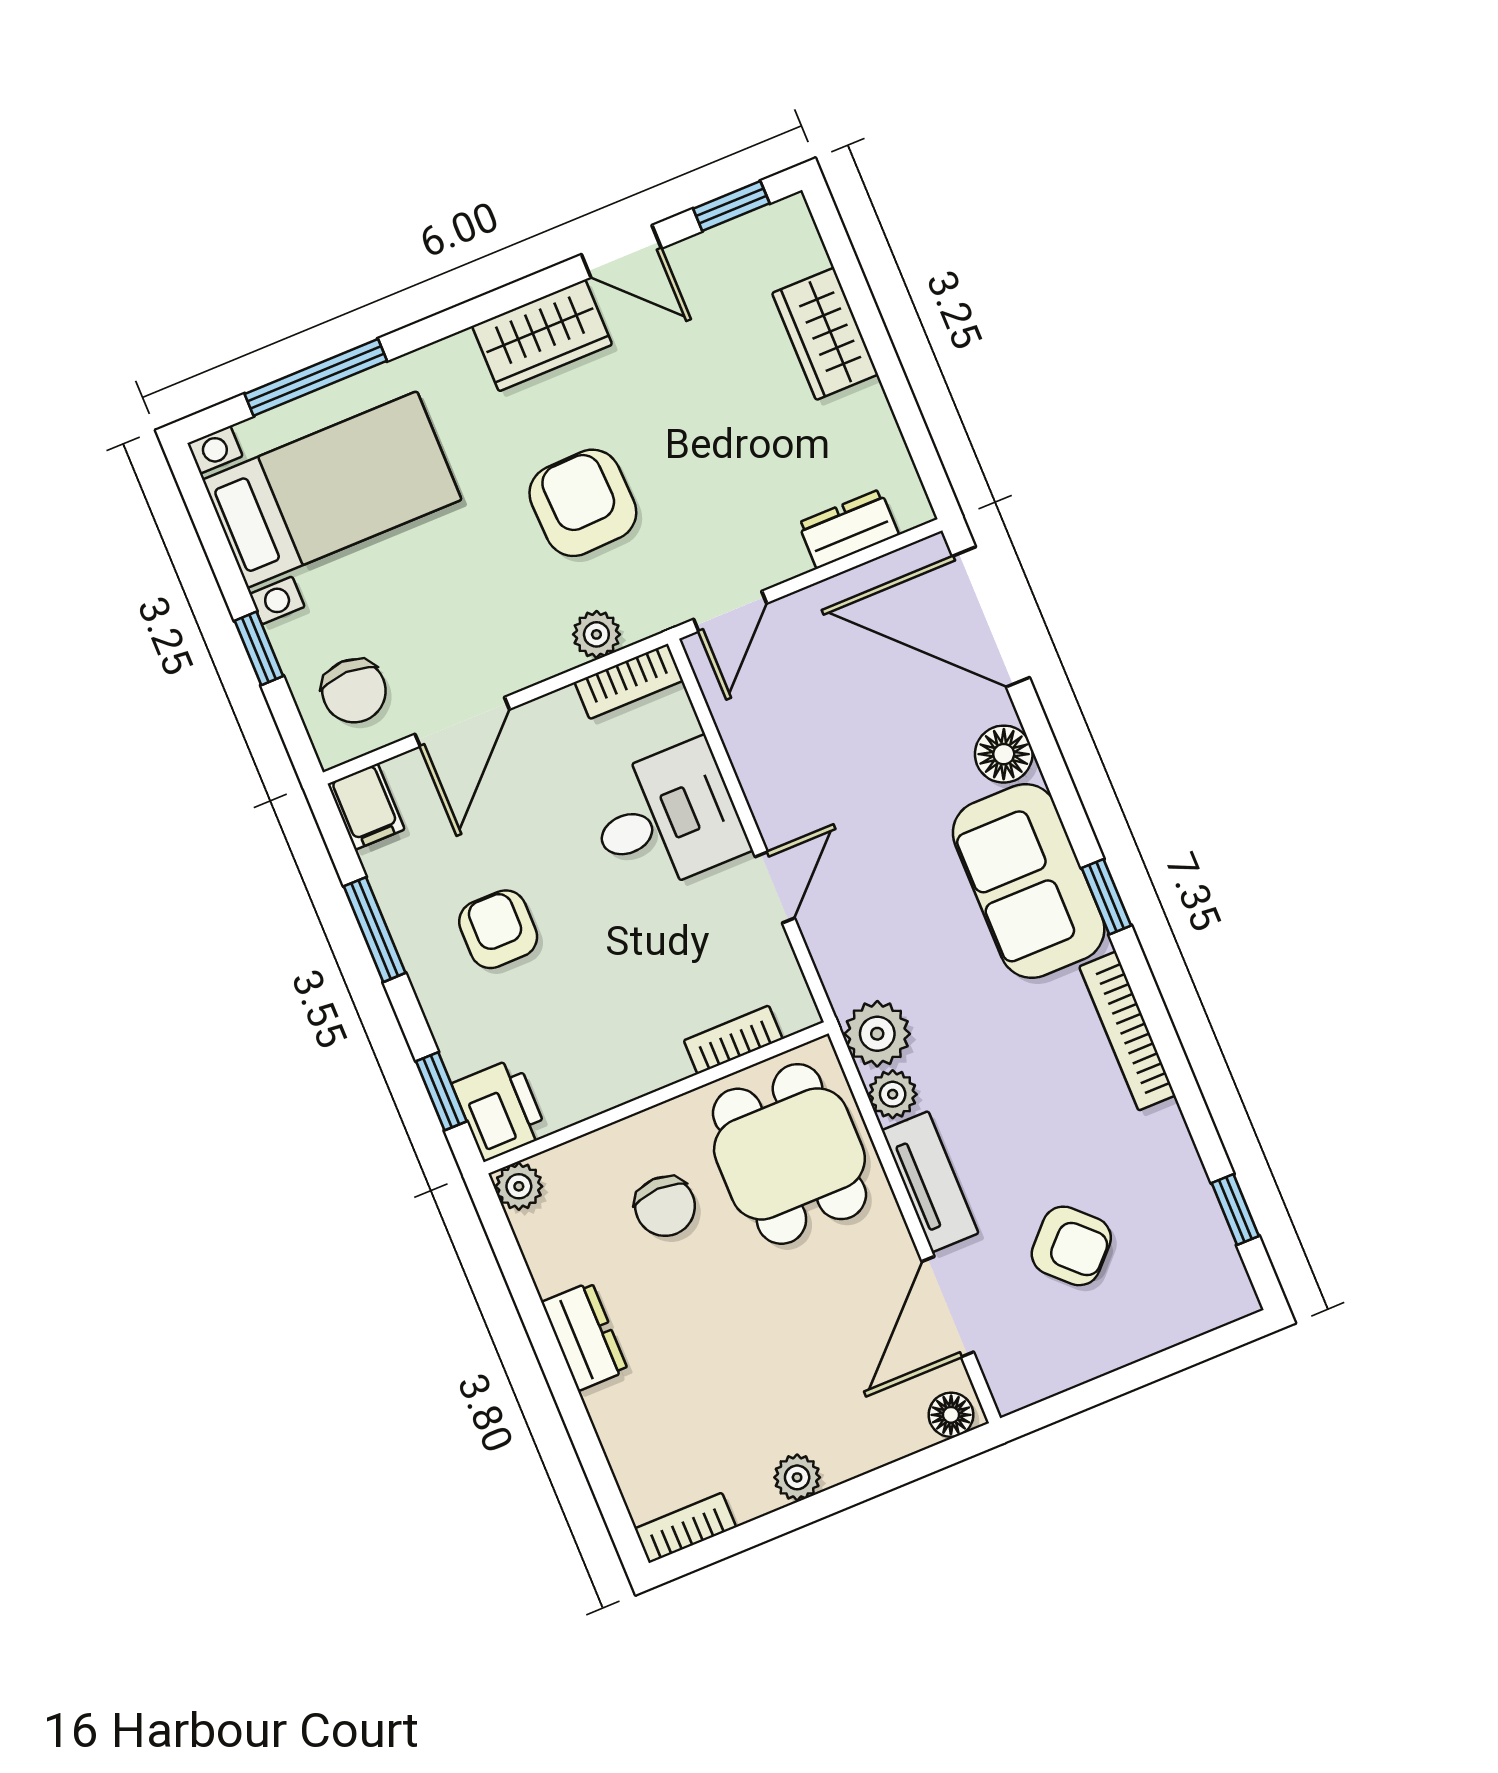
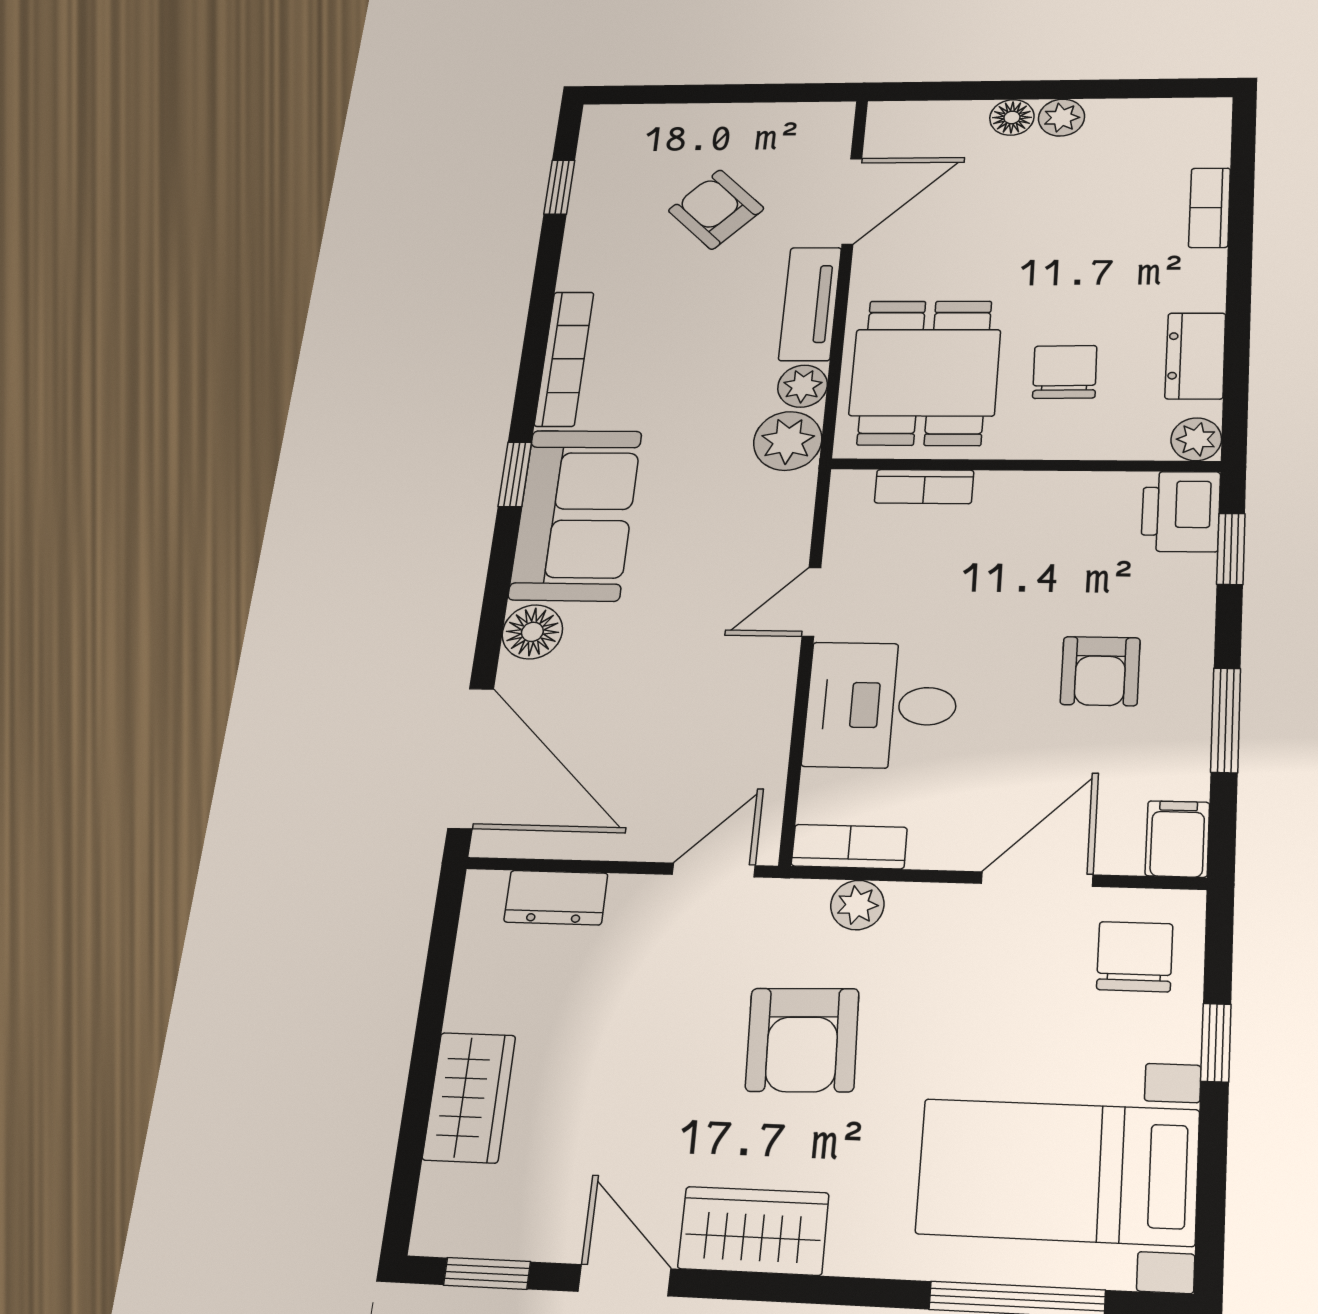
dresser: (585, 1336) -> (1195, 356), moved
floor lamp: (951, 1415) -> (1012, 117), moved
bookcase: (685, 1528) -> (1210, 208), moved, turned 90

